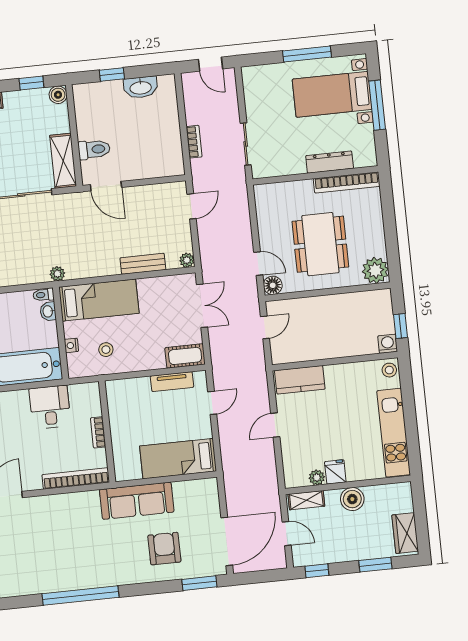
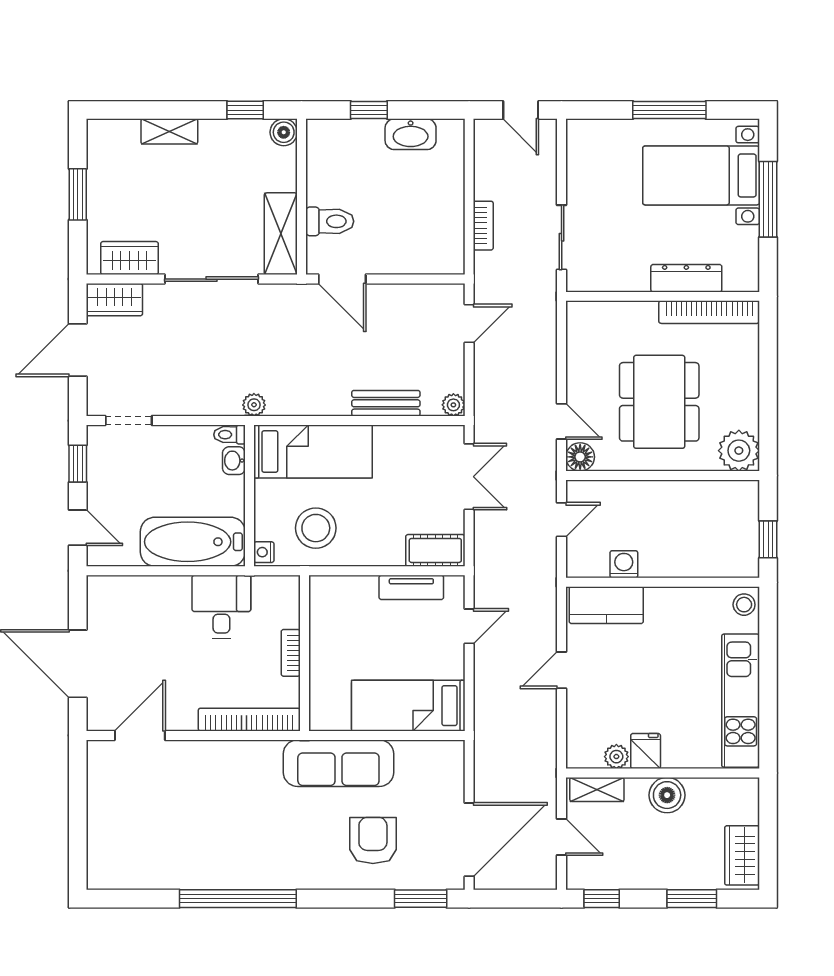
washing machine: (388, 344) -> (624, 564), moved
nightstand: (71, 345) -> (264, 552), moved
stool: (106, 350) -> (316, 528), width x1.89, depth x1.89

